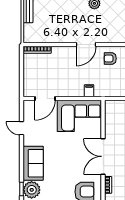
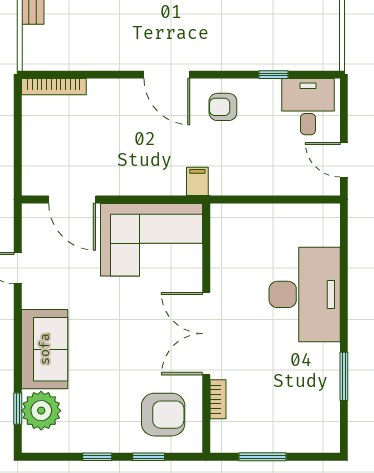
door: (86, 45) -> (167, 75), hinge flipped
filing cabinet: (89, 91) -> (197, 181), moved
door: (45, 99) -> (72, 199), hinge flipped

